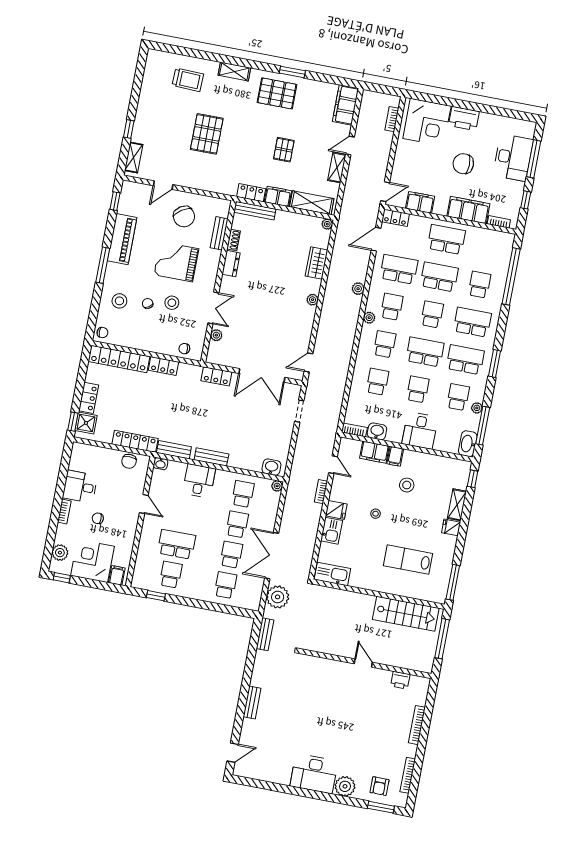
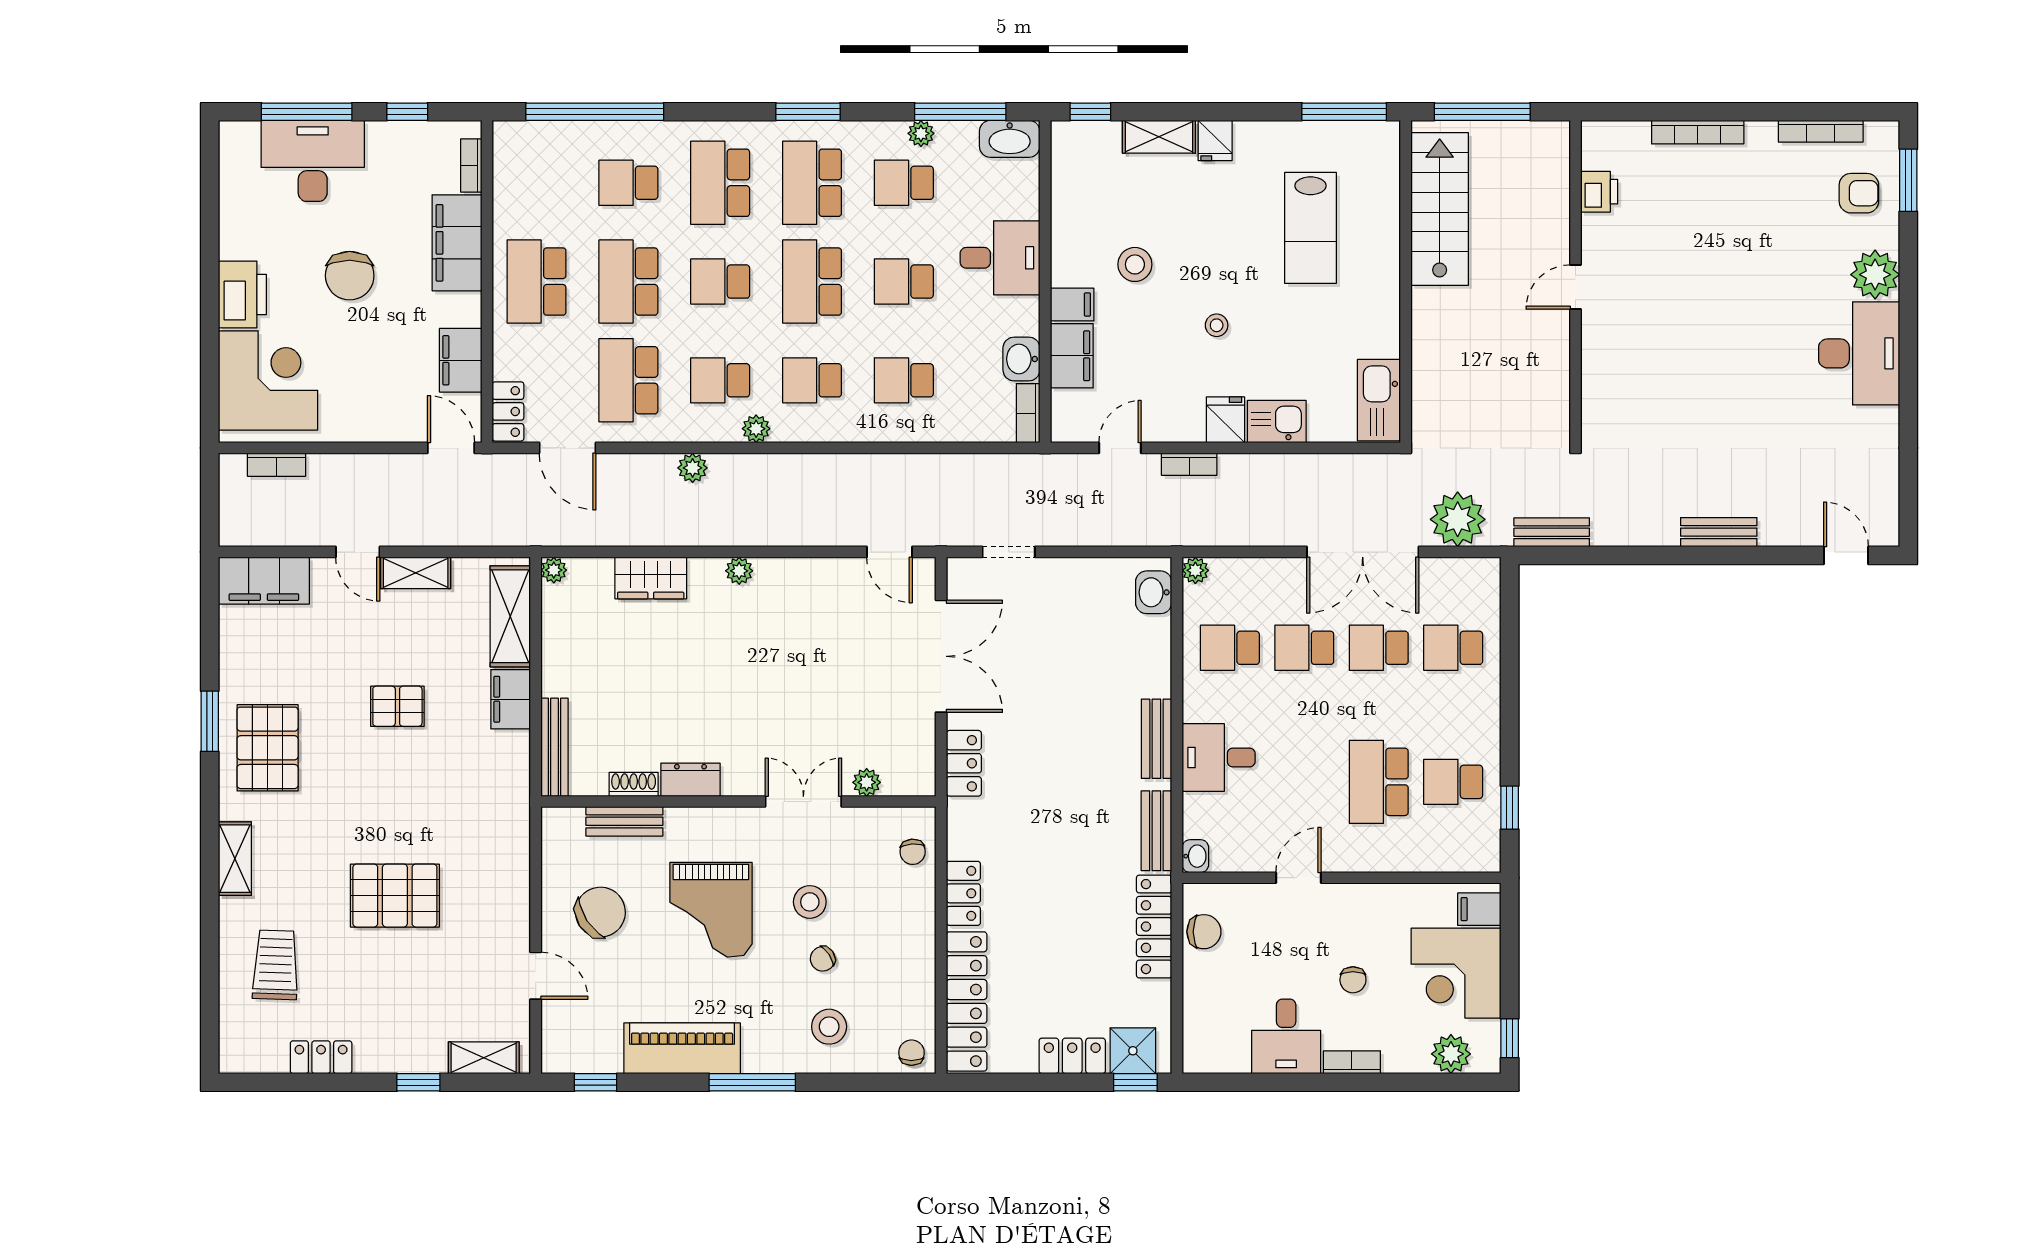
locker: (251, 193) -> (321, 1057), moved, turned 90

